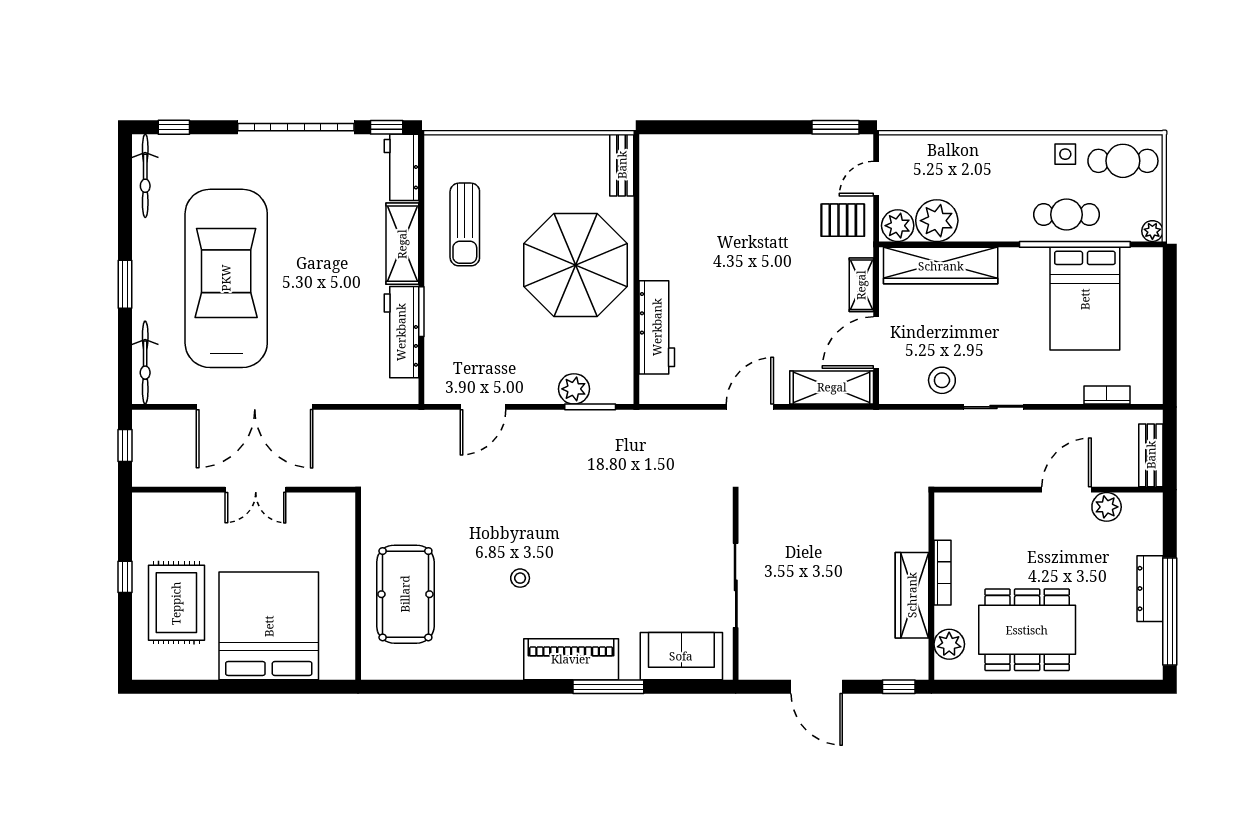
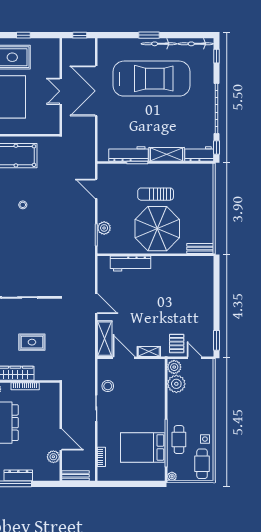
sun lounger: (465, 224) -> (156, 194), moved
wardrobe: (941, 266) -> (157, 385), removed
bicycle: (145, 363) -> (159, 44), moved
rug: (840, 557) -> (32, 342), added

